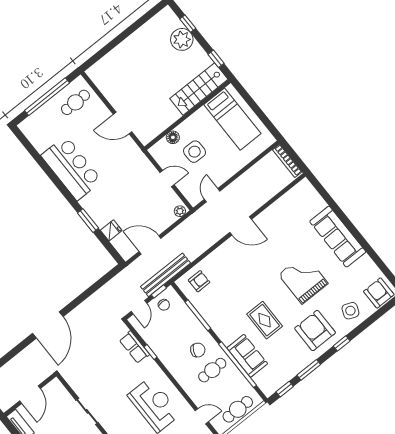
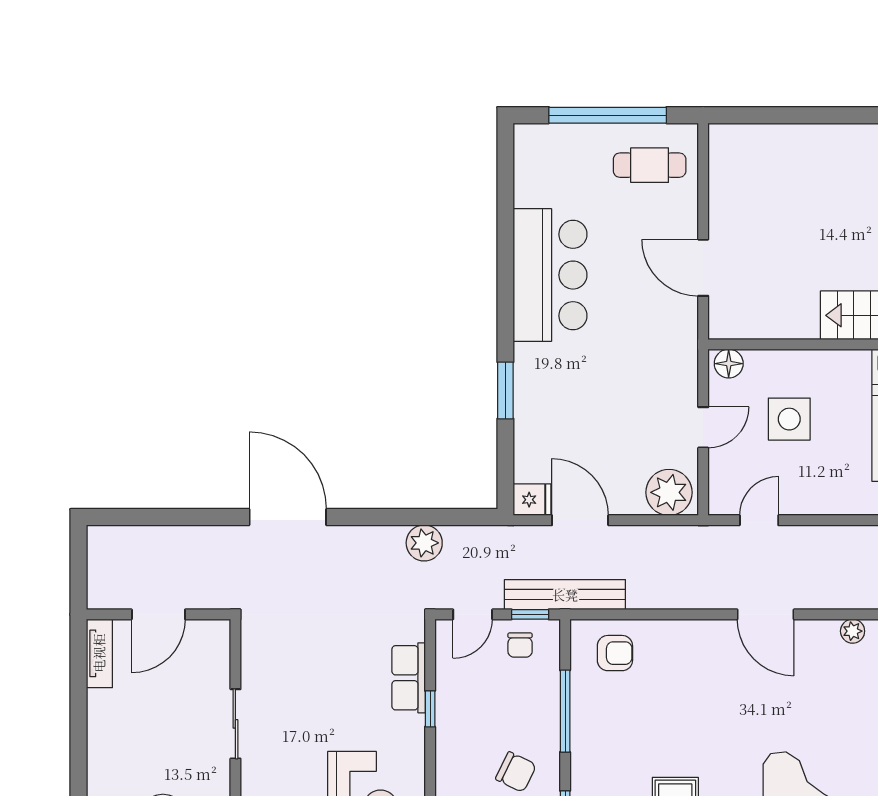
floor lamp: (173, 137) -> (729, 364), moved
door: (167, 178) -> (703, 427), hinge flipped
plant: (275, 208) -> (853, 631), added
plant: (180, 211) -> (669, 492), width x1.88, depth x1.88
fridge: (111, 230) -> (532, 500), moved
plant: (102, 296) -> (424, 543), added
door: (48, 325) -> (288, 517), swing flipped

